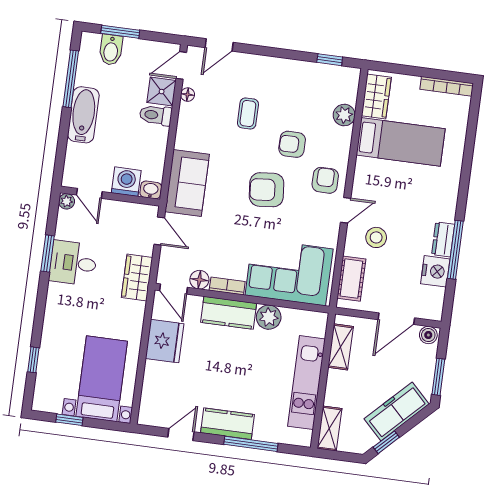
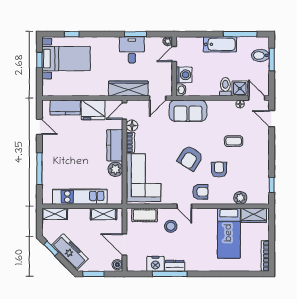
armchair: (267, 190) -> (190, 158), turned -143
wardrobe: (137, 278) -> (128, 89), width x1.50
bed with nightstands: (102, 379) -> (66, 59), moved
kitchen counter: (227, 424) -> (65, 108), moved, turned 90

